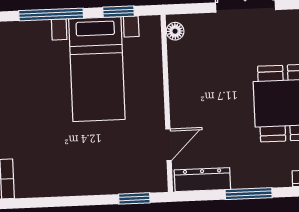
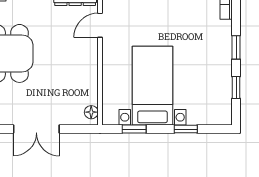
window: (51, 14) -> (186, 129), width x0.46

